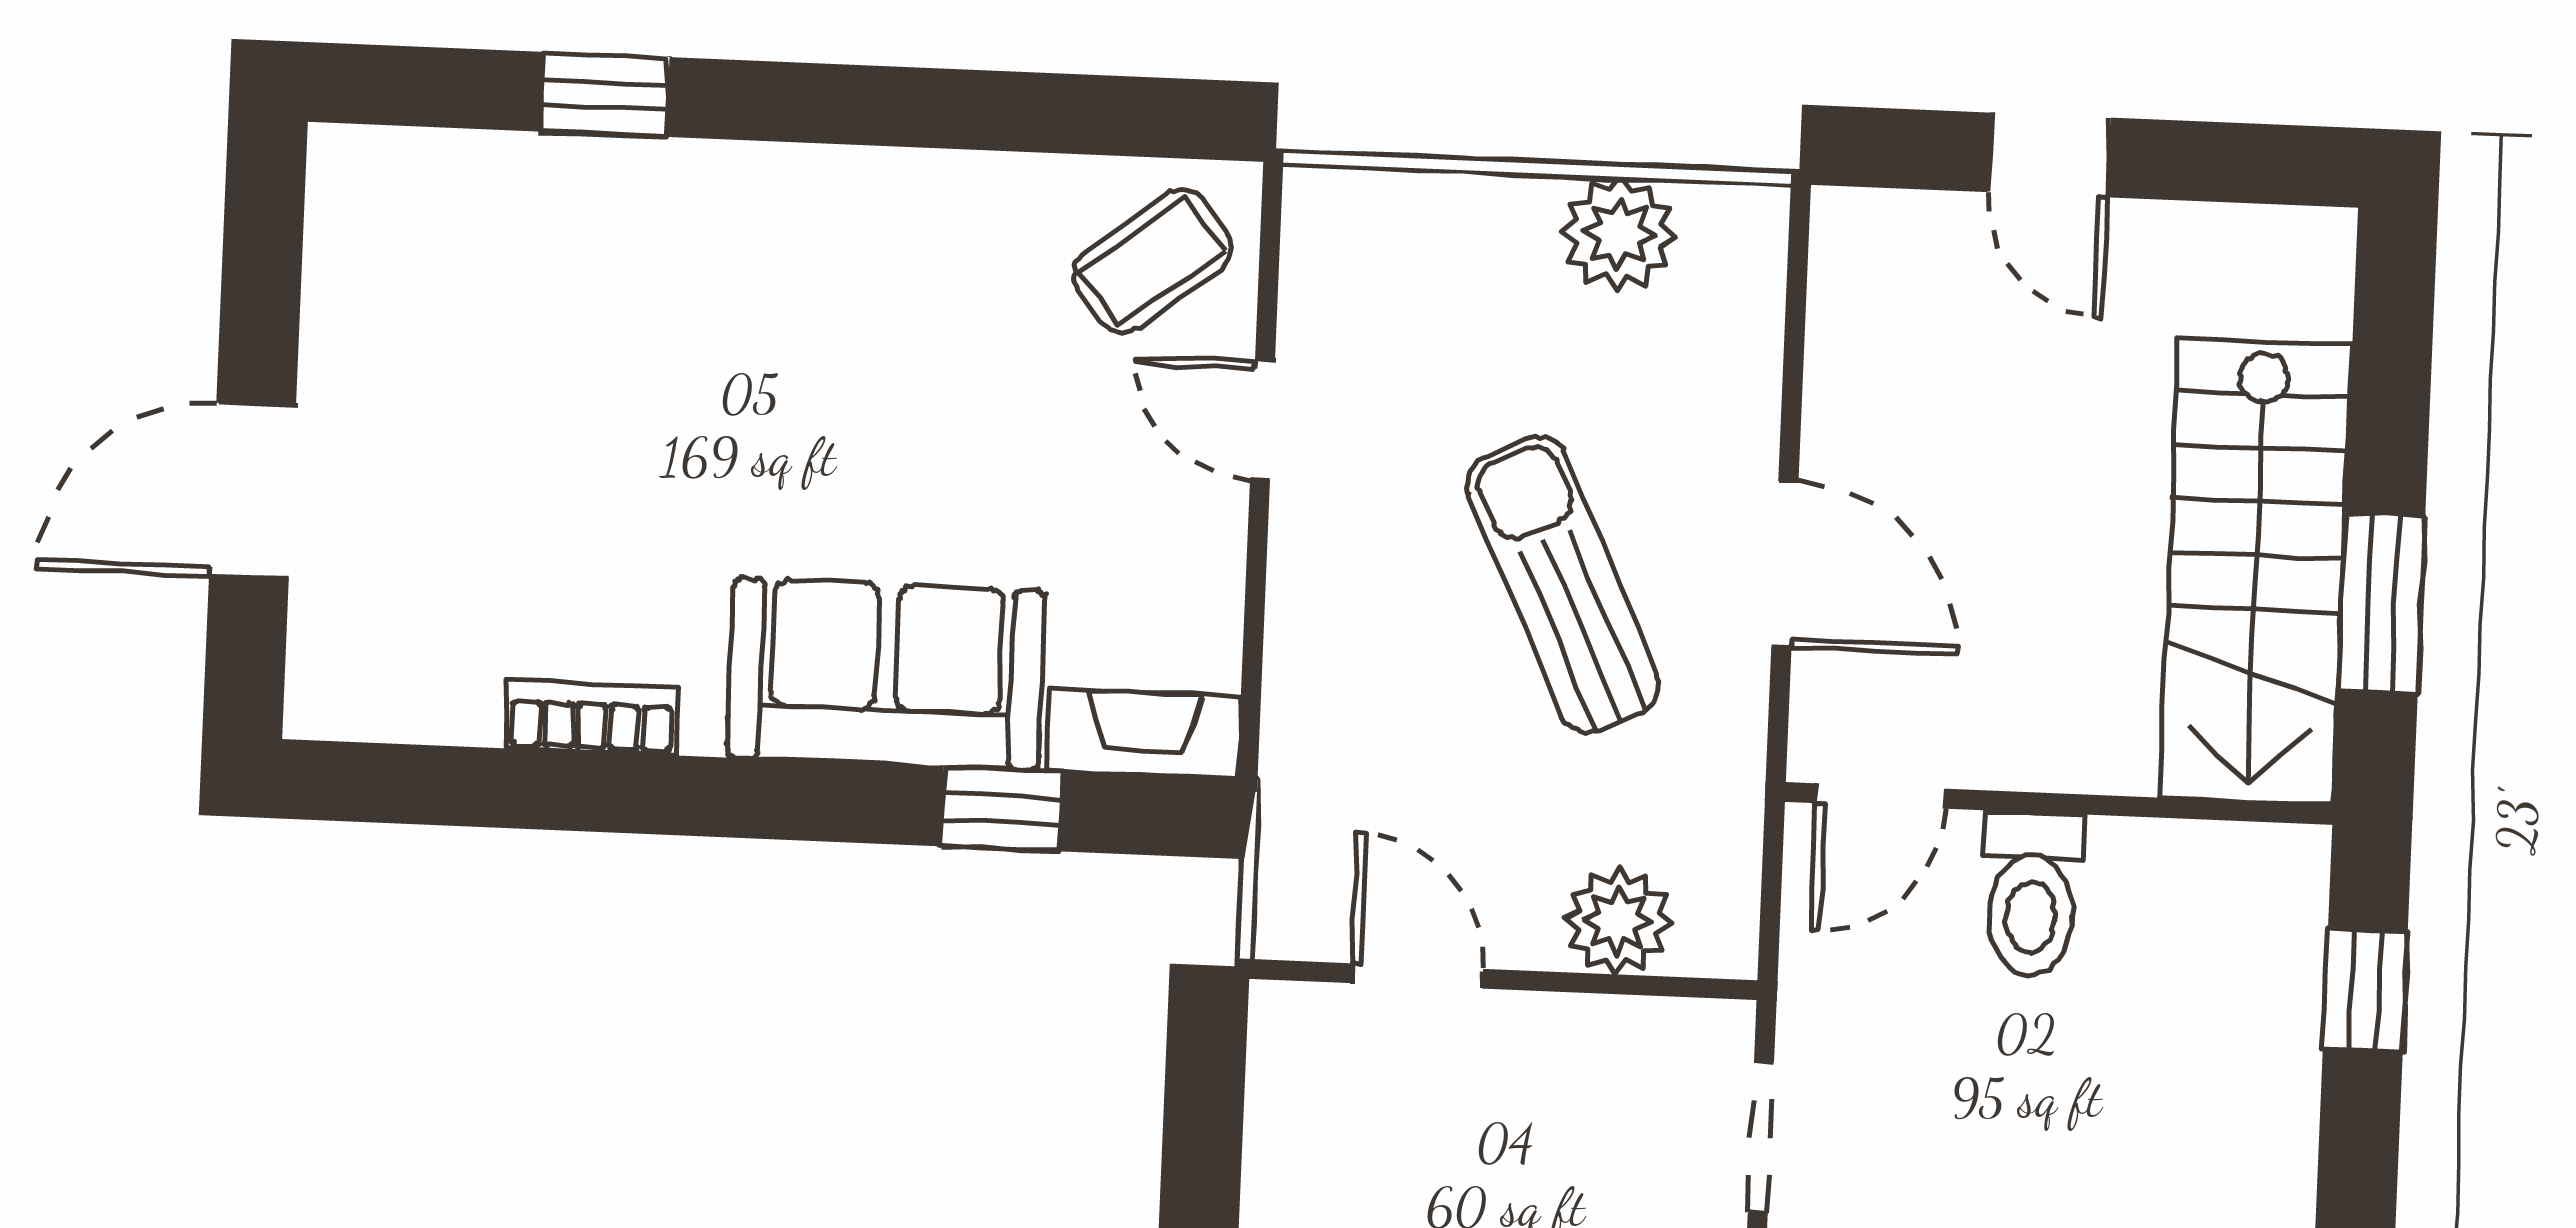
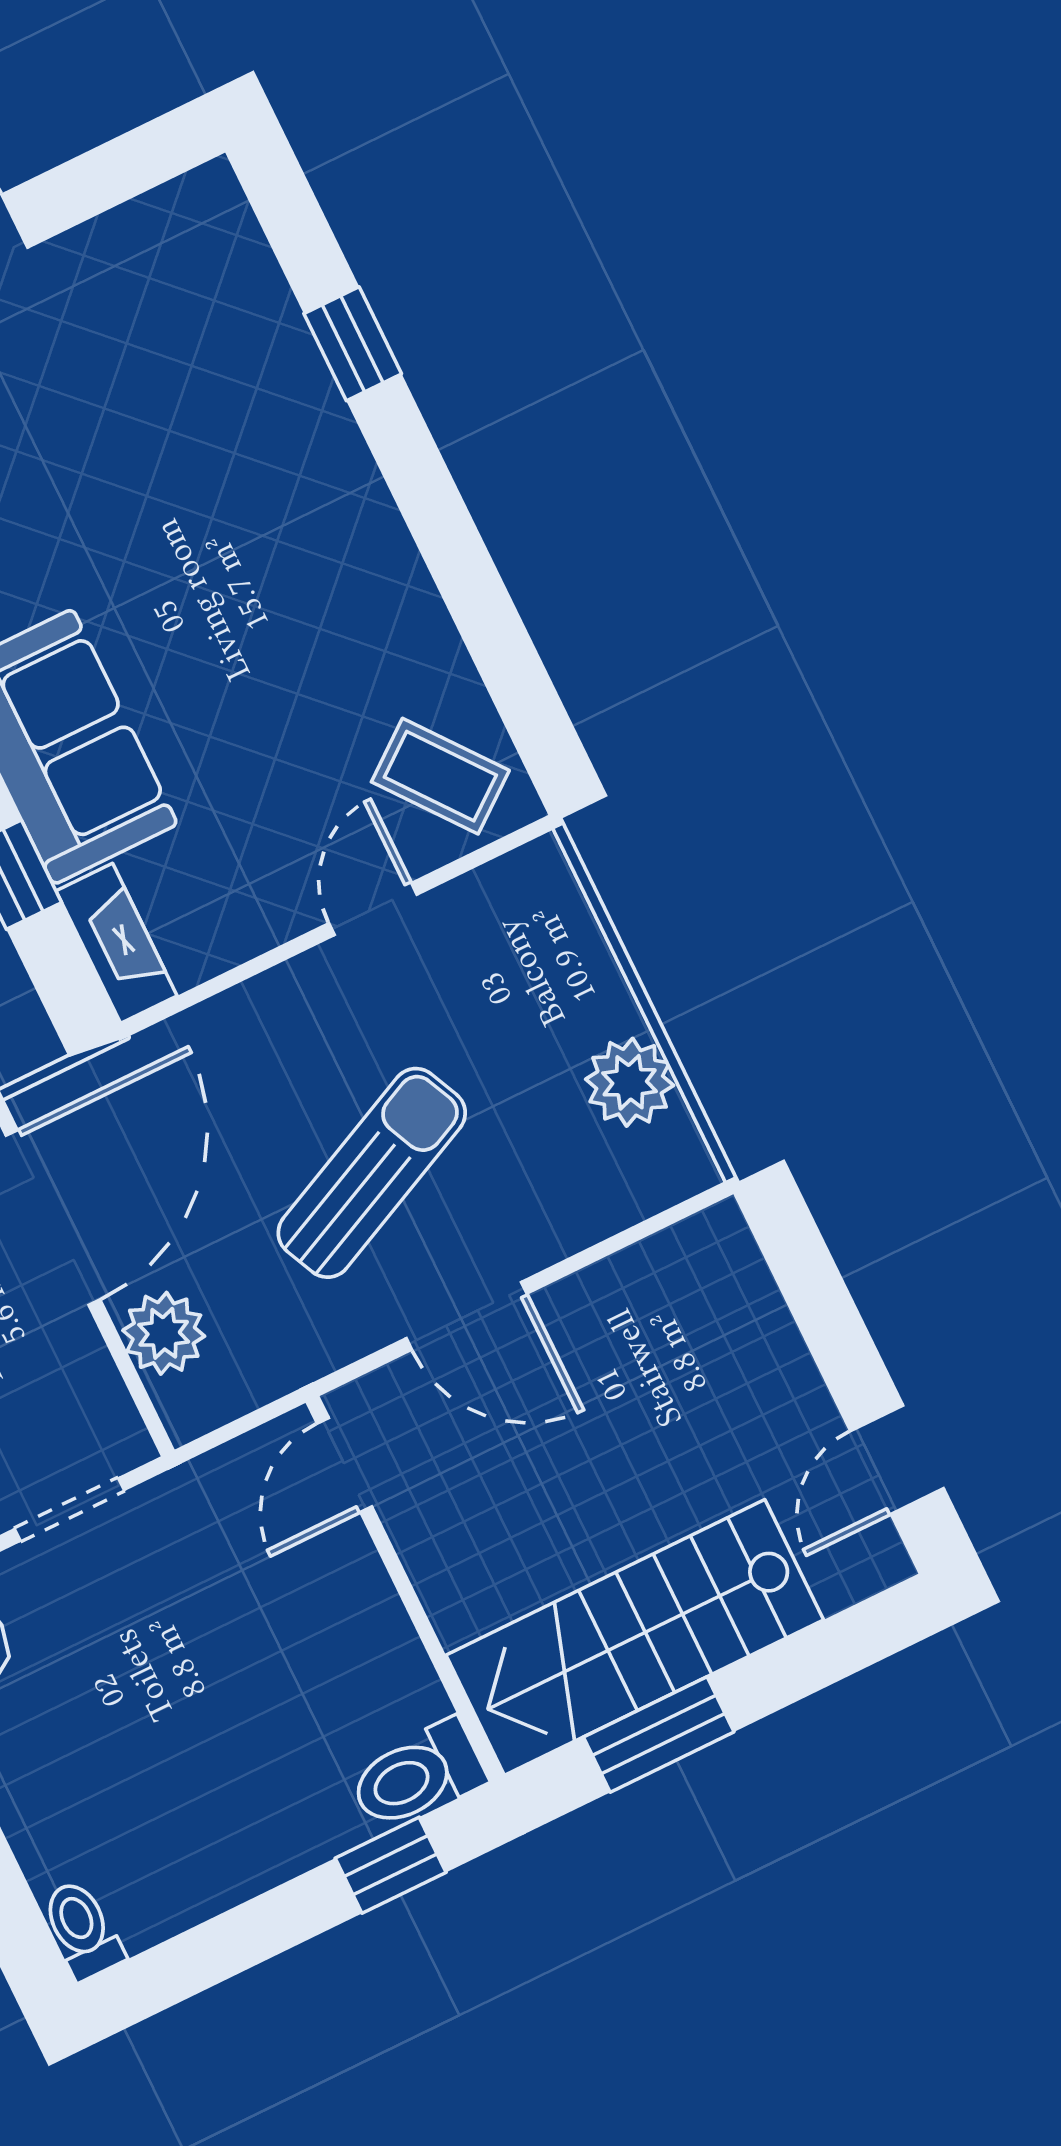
door: (2049, 155) -> (897, 1460), moved
door: (1785, 564) -> (467, 1316), hinge flipped
door: (1880, 796) -> (345, 1465), hinge flipped
toilet: (2032, 894) -> (417, 1775), moved
door: (1417, 976) -> (53, 1218), width x1.87

